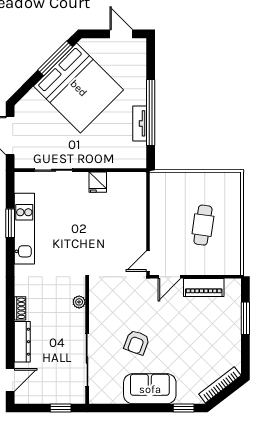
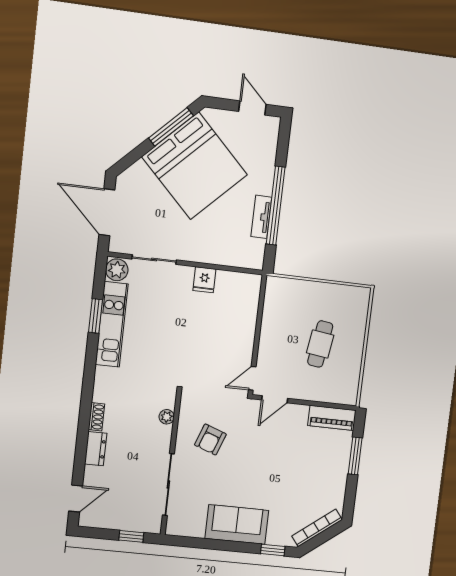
plant: (24, 183) -> (117, 270), added
piano: (204, 288) -> (332, 418), moved
dresser: (22, 342) -> (96, 449), width x0.70
armchair: (137, 343) -> (210, 440), moved

